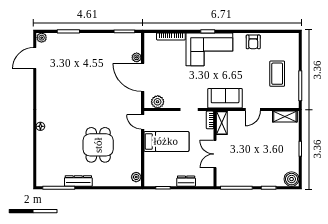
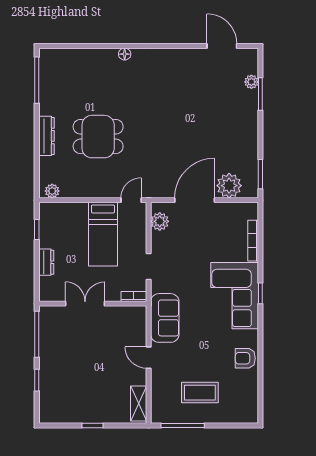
plant: (42, 38) -> (251, 82), moved
plant: (137, 57) -> (229, 186), width x1.87, depth x1.87
shelving: (222, 123) -> (130, 313), removed
boiler: (292, 179) -> (49, 413), removed
dresser: (78, 181) -> (46, 136), moved

